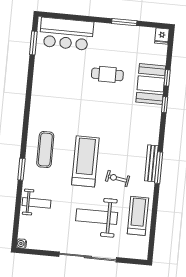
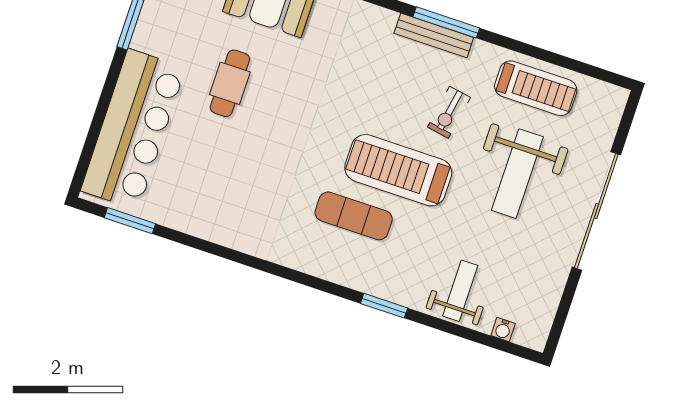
bar counter: (66, 34) -> (133, 129), width x1.36
exercise mat: (45, 150) -> (354, 216), moved
treadmill: (138, 216) -> (536, 88), turned 180
water cooler: (22, 244) -> (503, 330), moved

